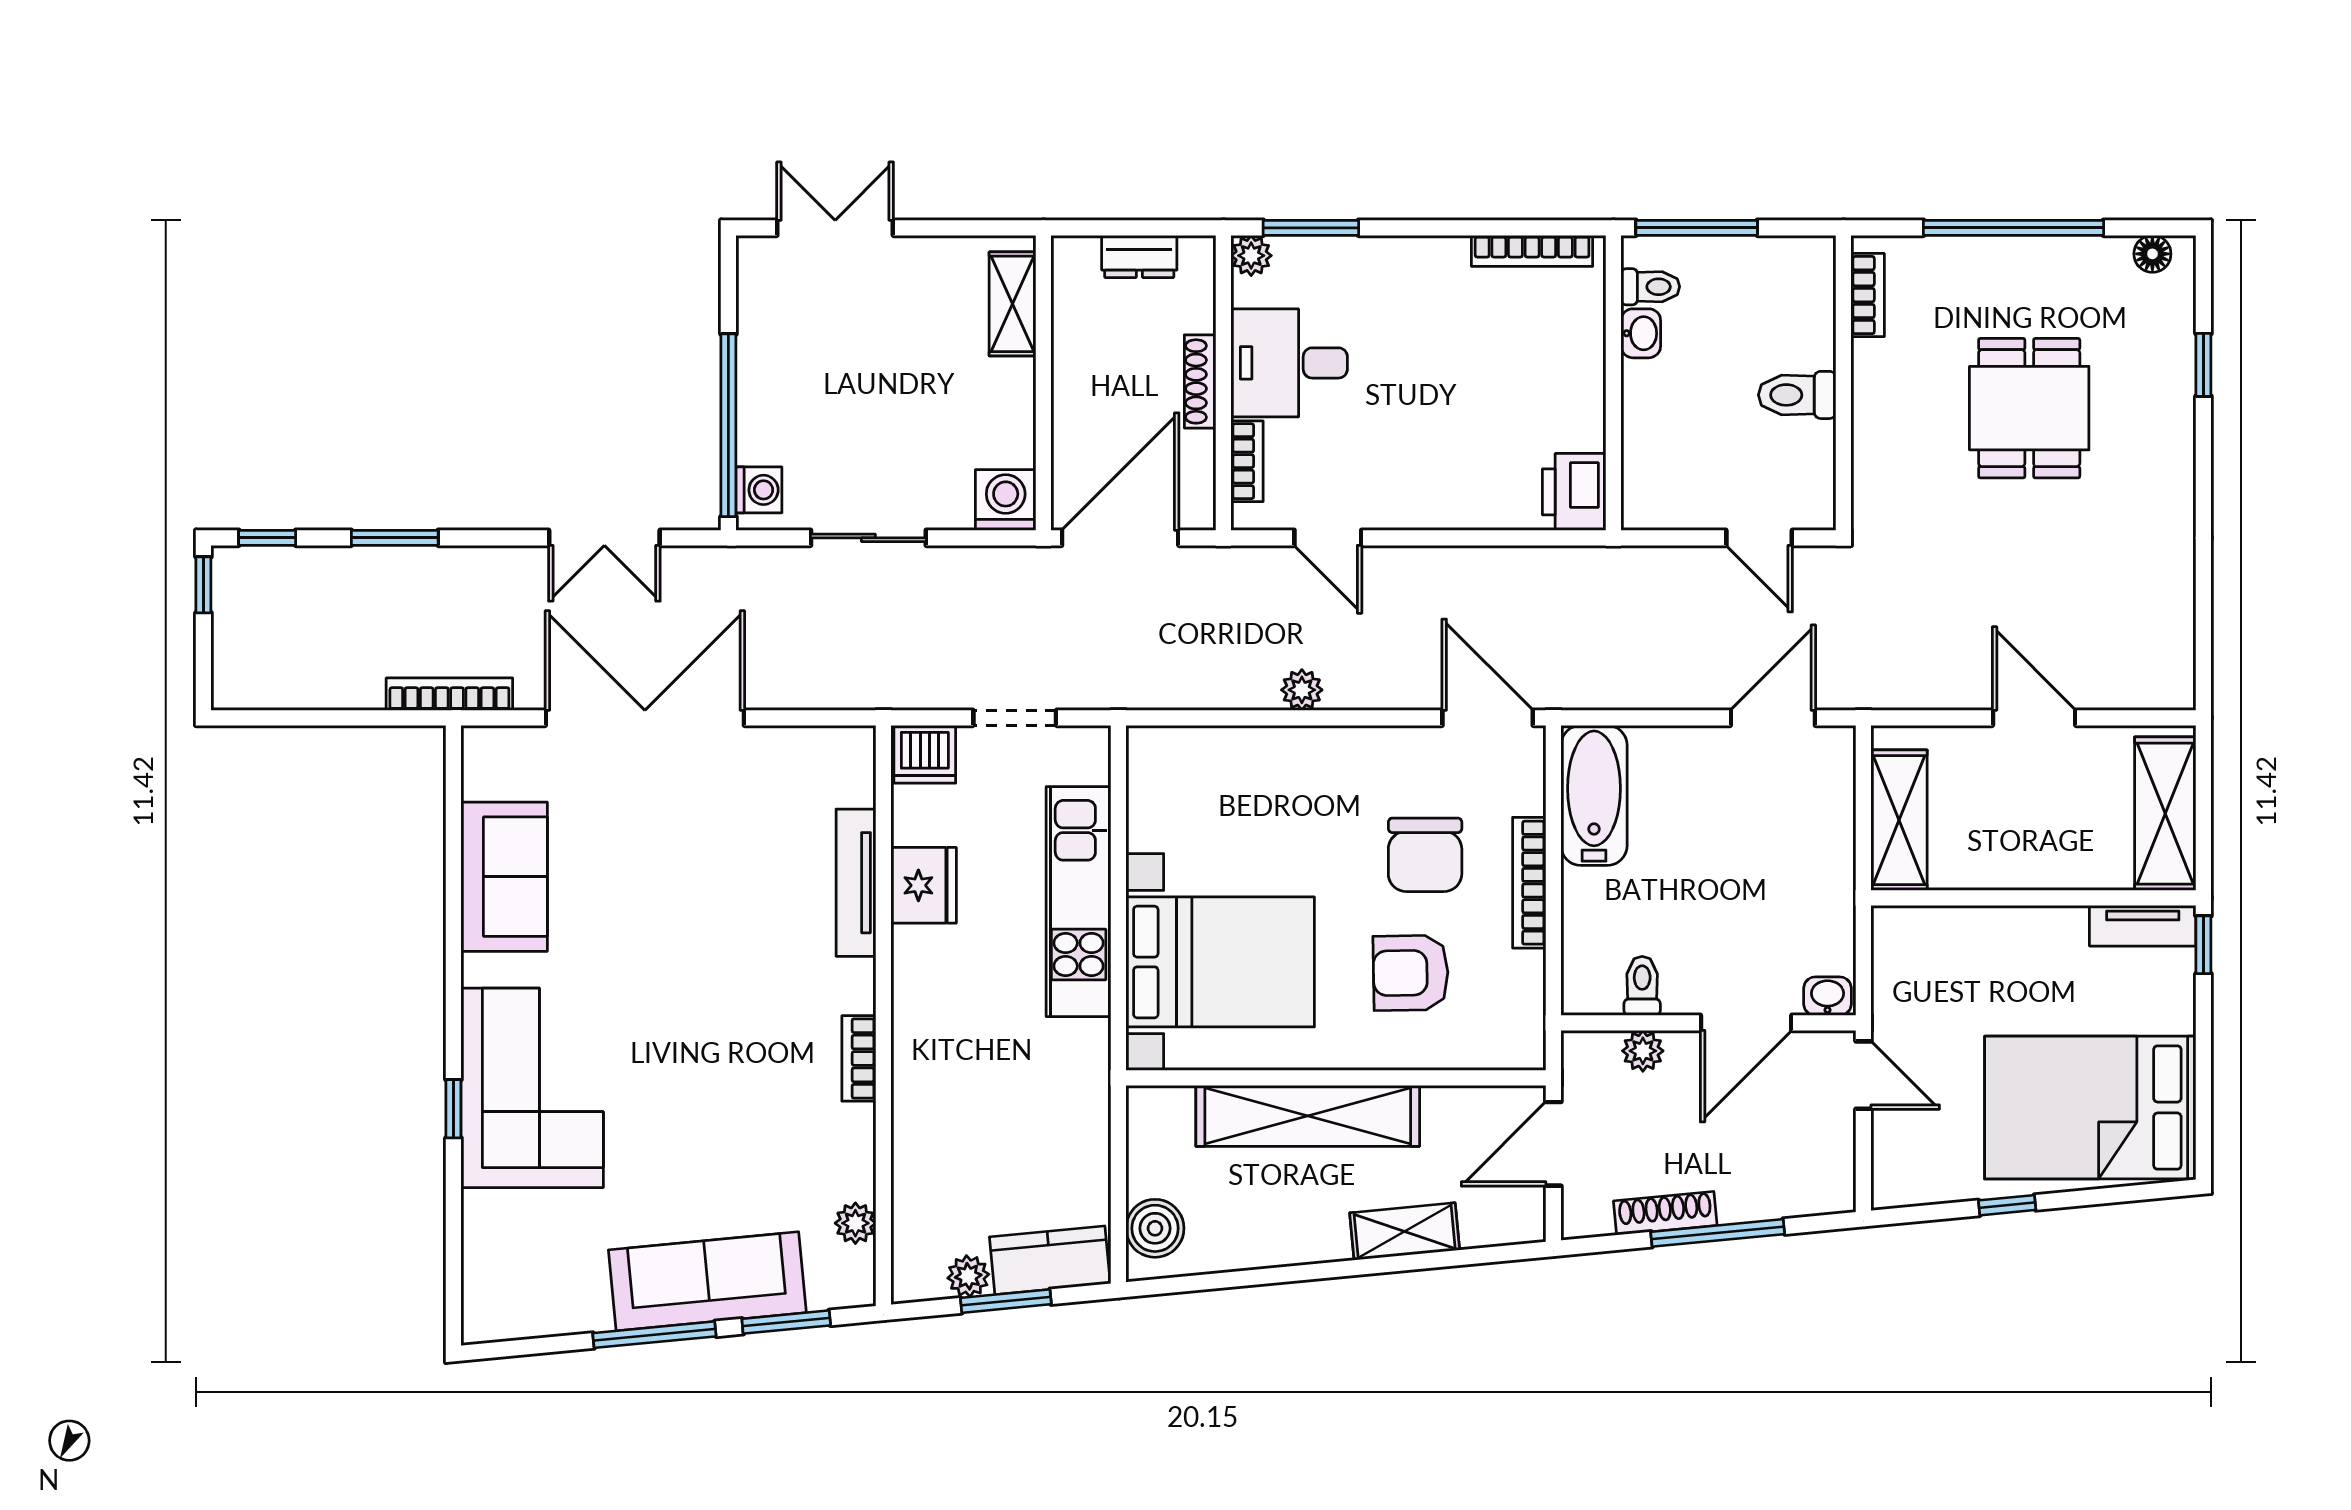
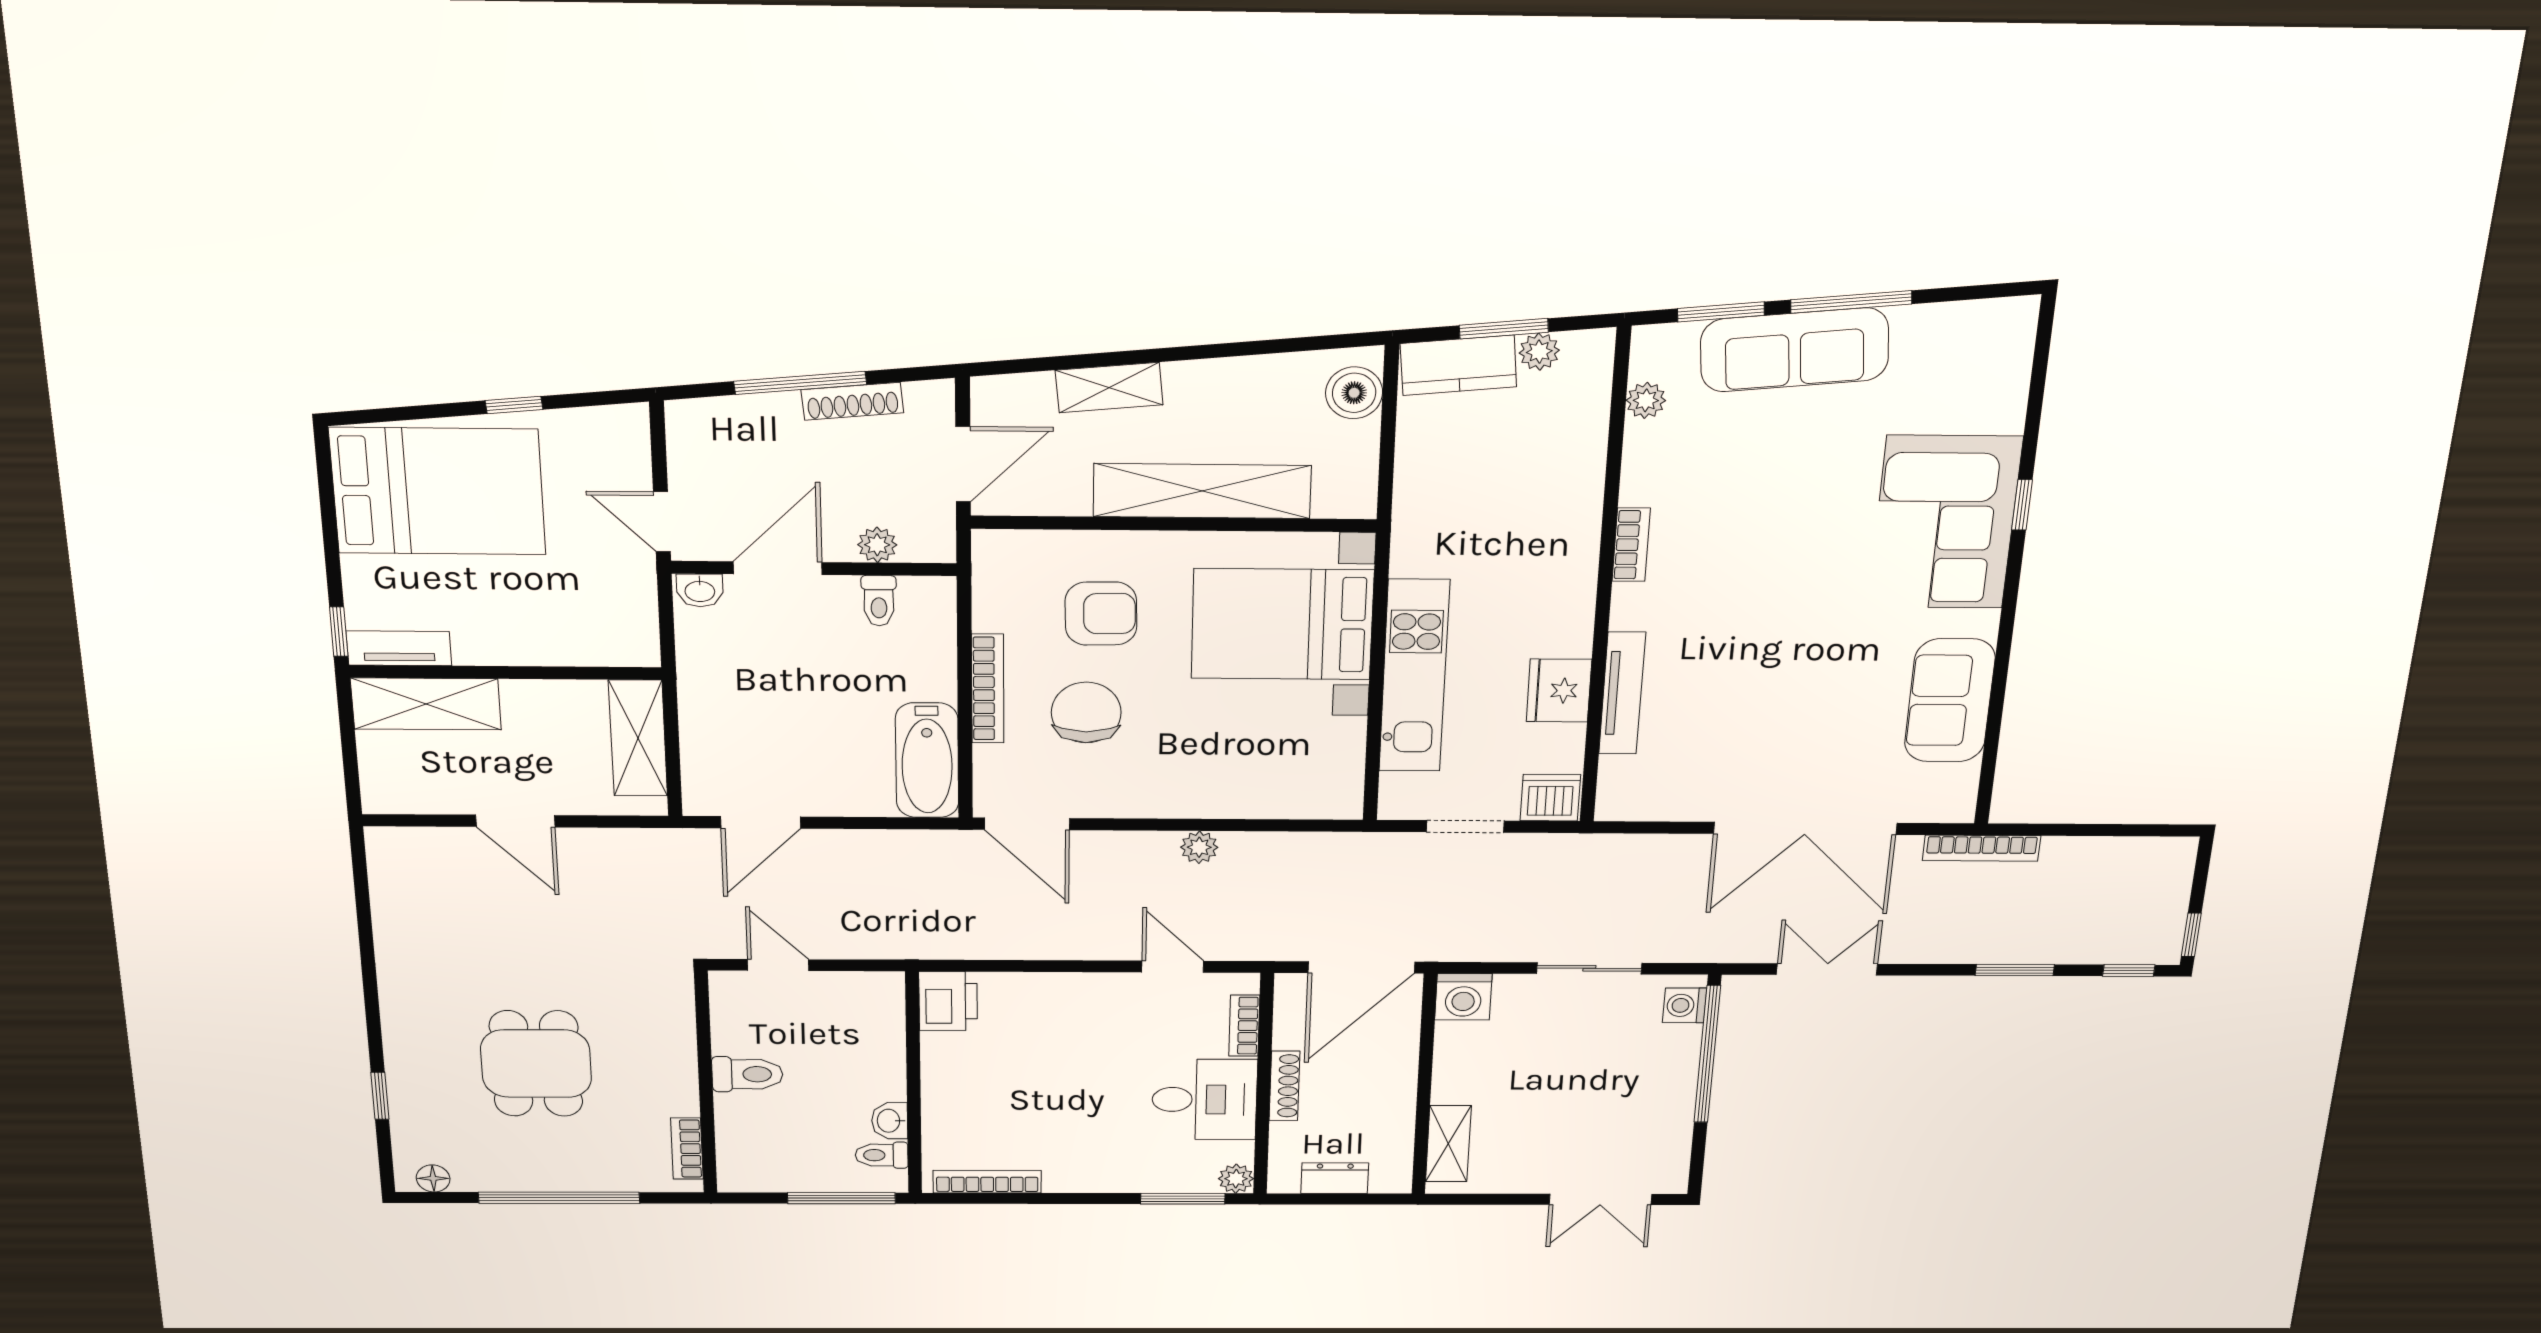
shelving: (2165, 814) -> (426, 704), moved, turned 90

